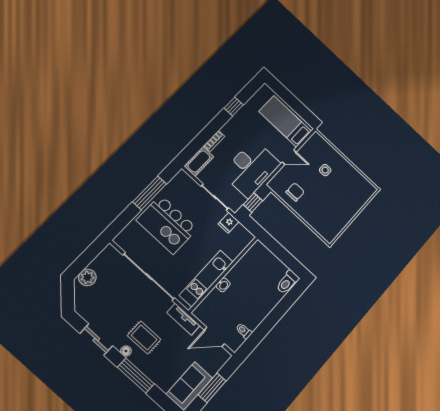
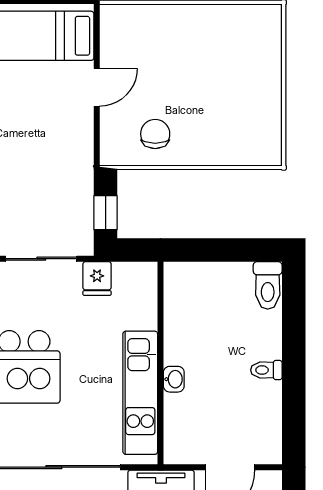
desk: (251, 168) -> (55, 162), removed
side table: (325, 170) -> (171, 54), removed
toilet: (244, 331) -> (266, 370), moved

